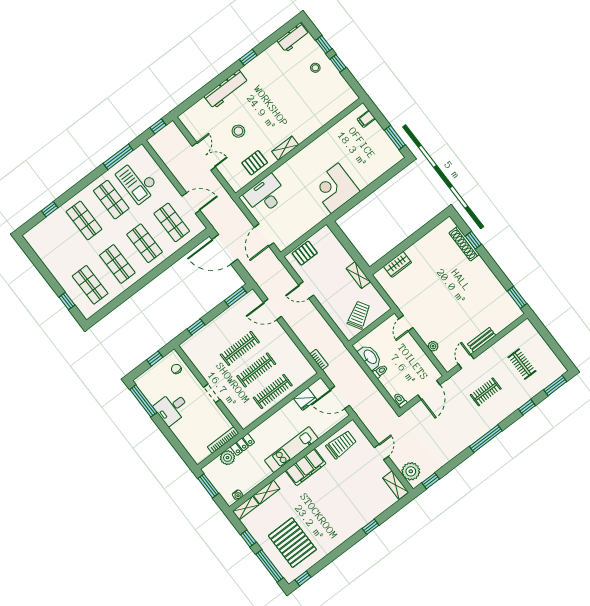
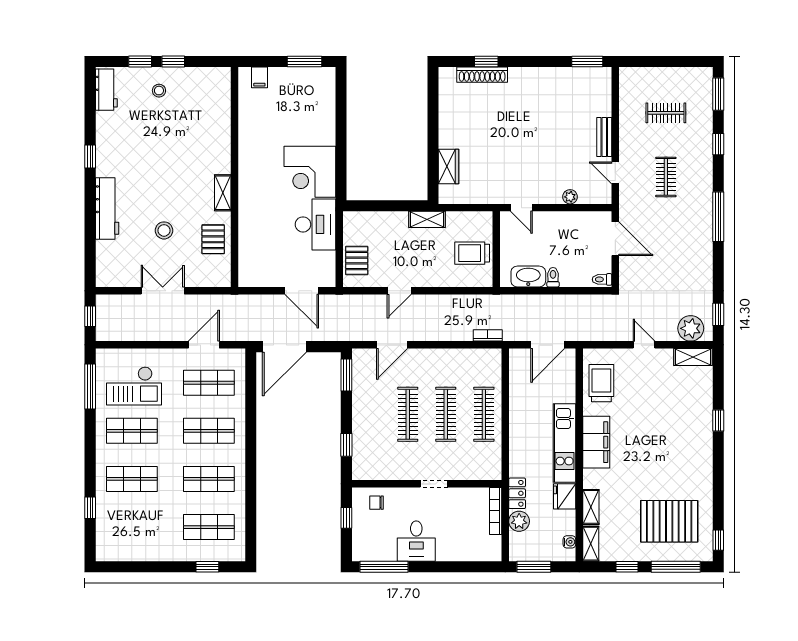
desk: (265, 195) -> (315, 224), moved, turned 180
trolley: (359, 315) -> (472, 253), turned -59
fridge: (305, 399) -> (565, 496), moved, turned 180

